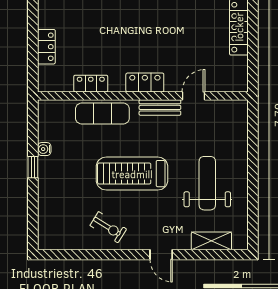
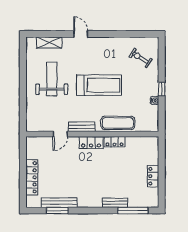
locker: (46, 47) -> (153, 176), moved
locker: (91, 84) -> (114, 142), moved
weight bench: (207, 183) -> (52, 79), turned 180
exercise bike: (108, 227) -> (140, 58), moved

